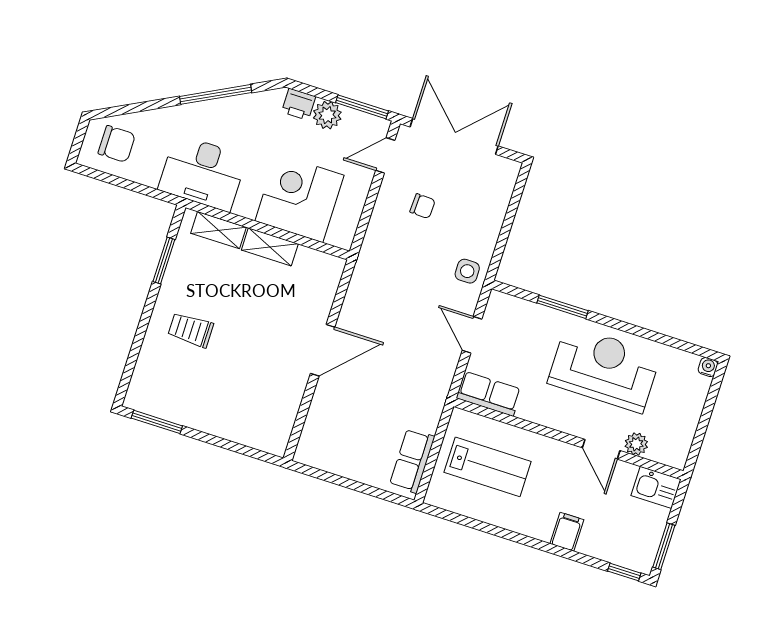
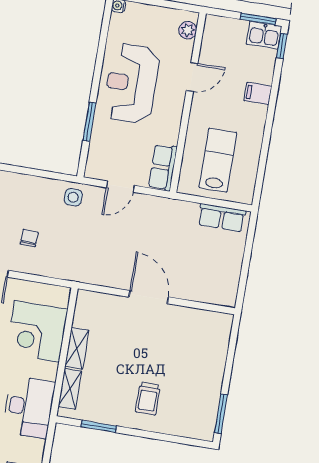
plant: (636, 444) -> (188, 30), moved
kitchen sink: (656, 487) -> (264, 35), moved, turned 90

